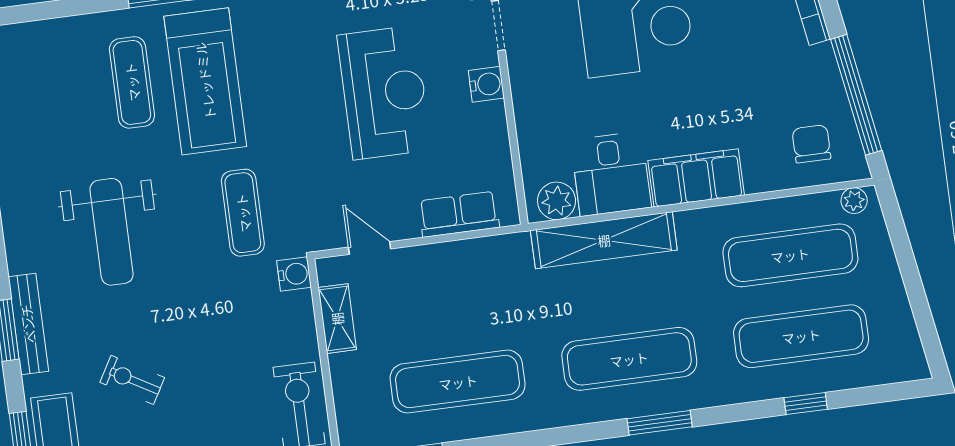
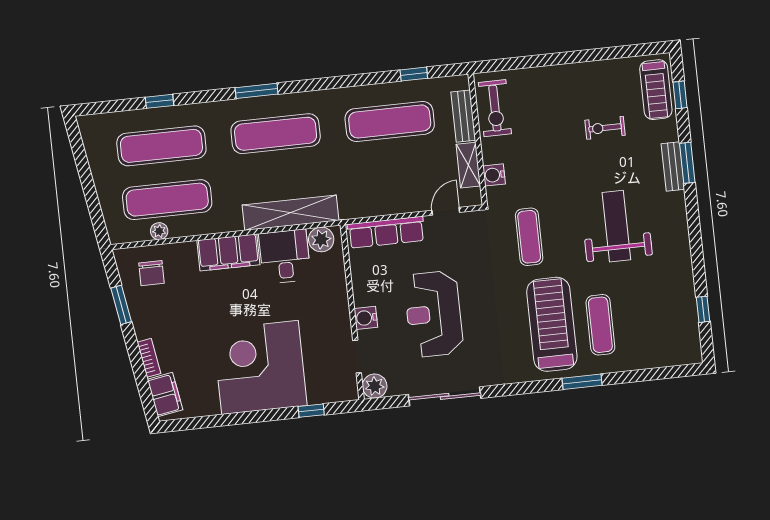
window: (856, 95) -> (121, 305), width x0.47
plant: (854, 201) -> (159, 231), moved
row of seats: (459, 214) -> (386, 232), width x1.48
door: (370, 248) -> (446, 211), swing flipped
water cooler: (294, 274) -> (494, 175), moved
bench: (28, 324) -> (673, 166), width x0.73
exercise bike: (132, 380) -> (605, 128), turned 150
bench: (347, 392) -> (463, 116), added

